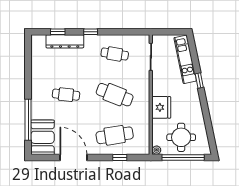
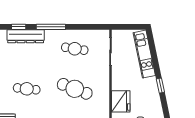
window: (91, 32) -> (51, 27), width x2.17
window: (199, 81) -> (160, 86), moved

